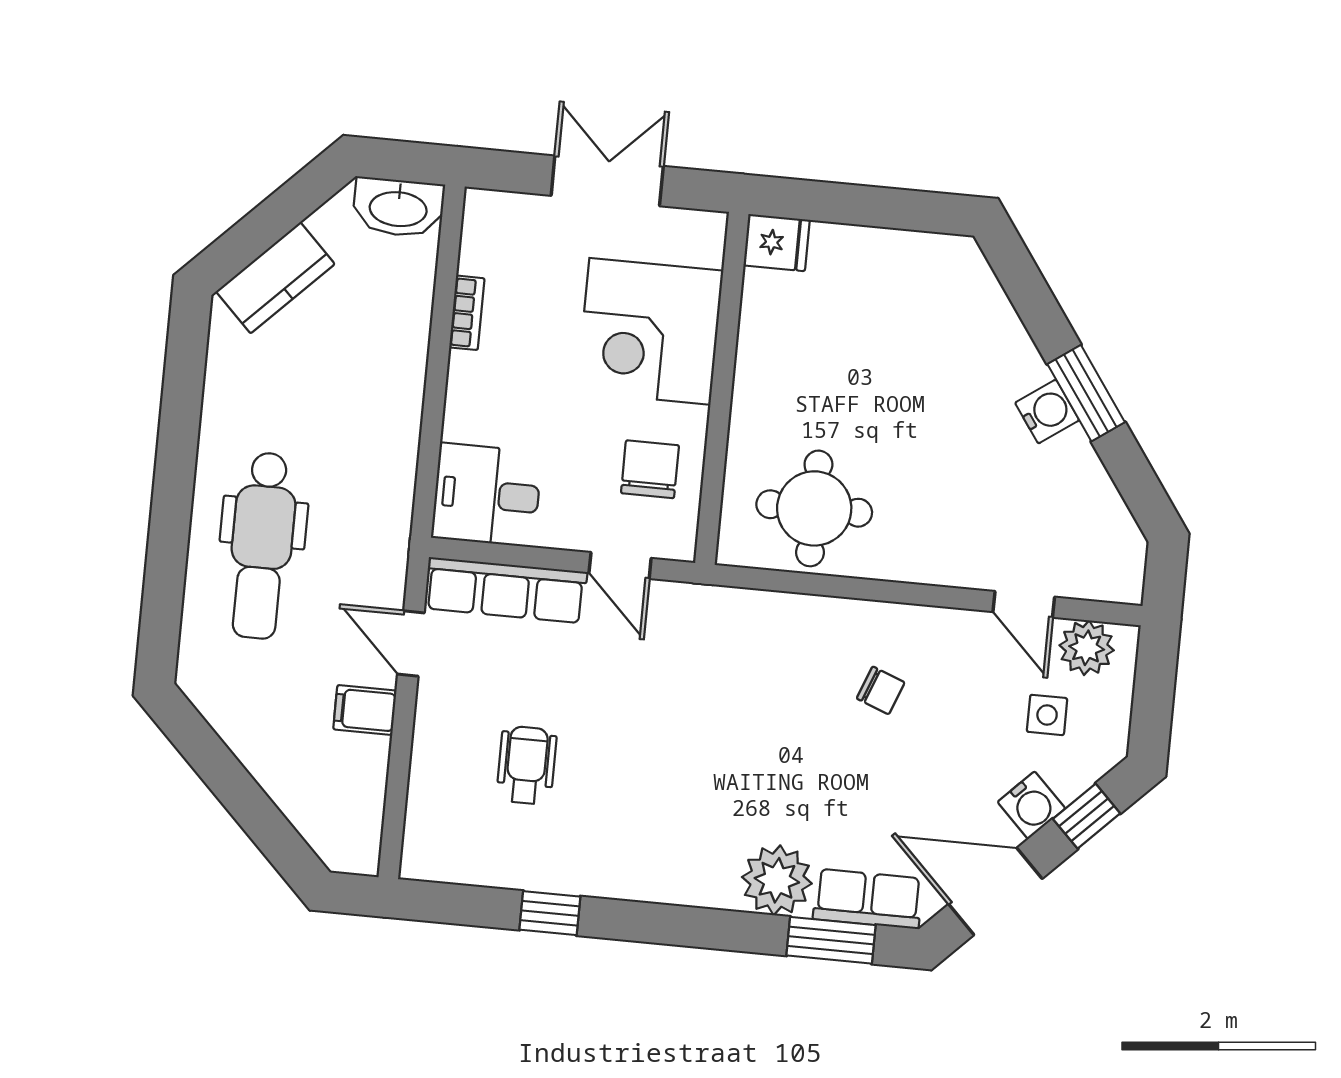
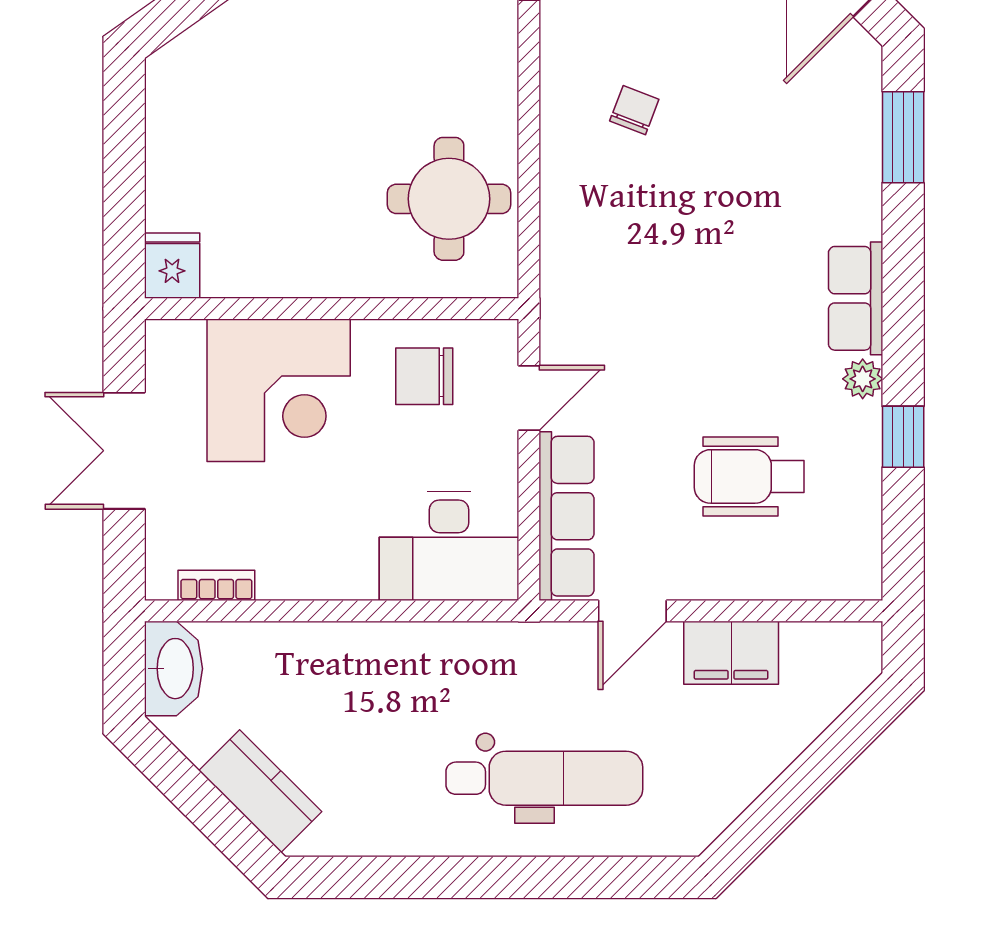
bookcase: (467, 313) -> (216, 585), moved
desk: (487, 495) -> (449, 546), width x1.37
filing cabinet: (365, 710) -> (731, 653), width x2.00
wheelchair: (526, 765) -> (749, 476), width x1.36, depth x1.37
plant: (777, 880) -> (863, 379), moved, width x0.53, depth x0.53
row of seats: (868, 899) -> (856, 298), moved

